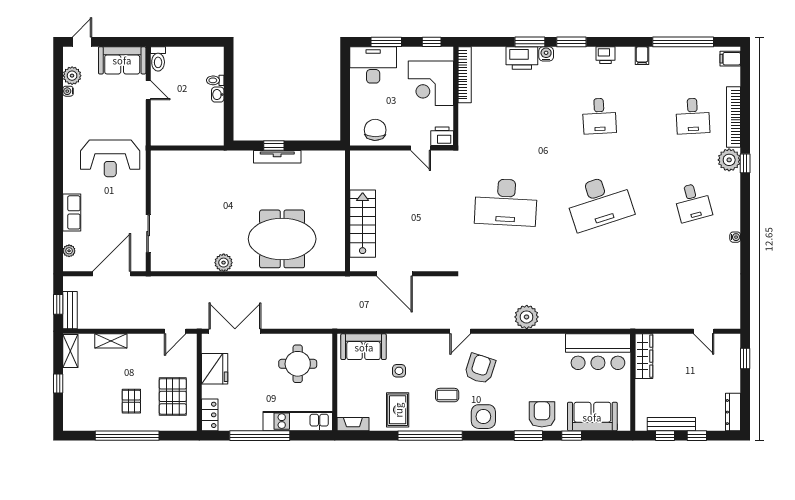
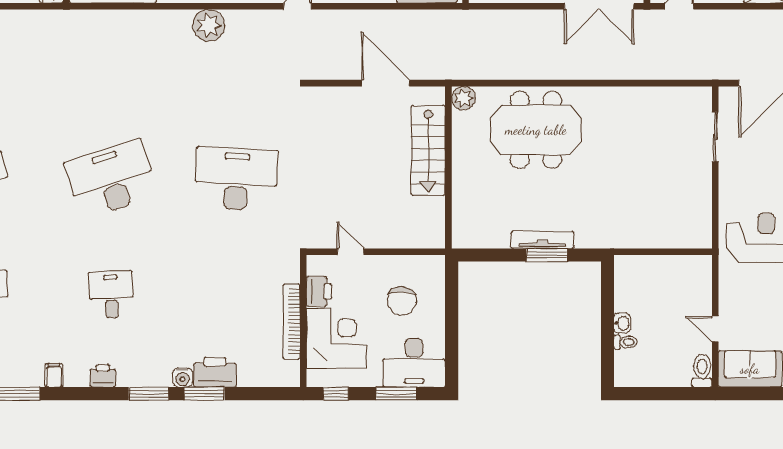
bookcase: (465, 75) -> (292, 321), moved
chair: (375, 130) -> (402, 301), moved
printer: (442, 136) -> (319, 291), moved, turned -90
window: (274, 146) -> (547, 255), width x1.50
plant: (224, 263) -> (464, 98), moved

